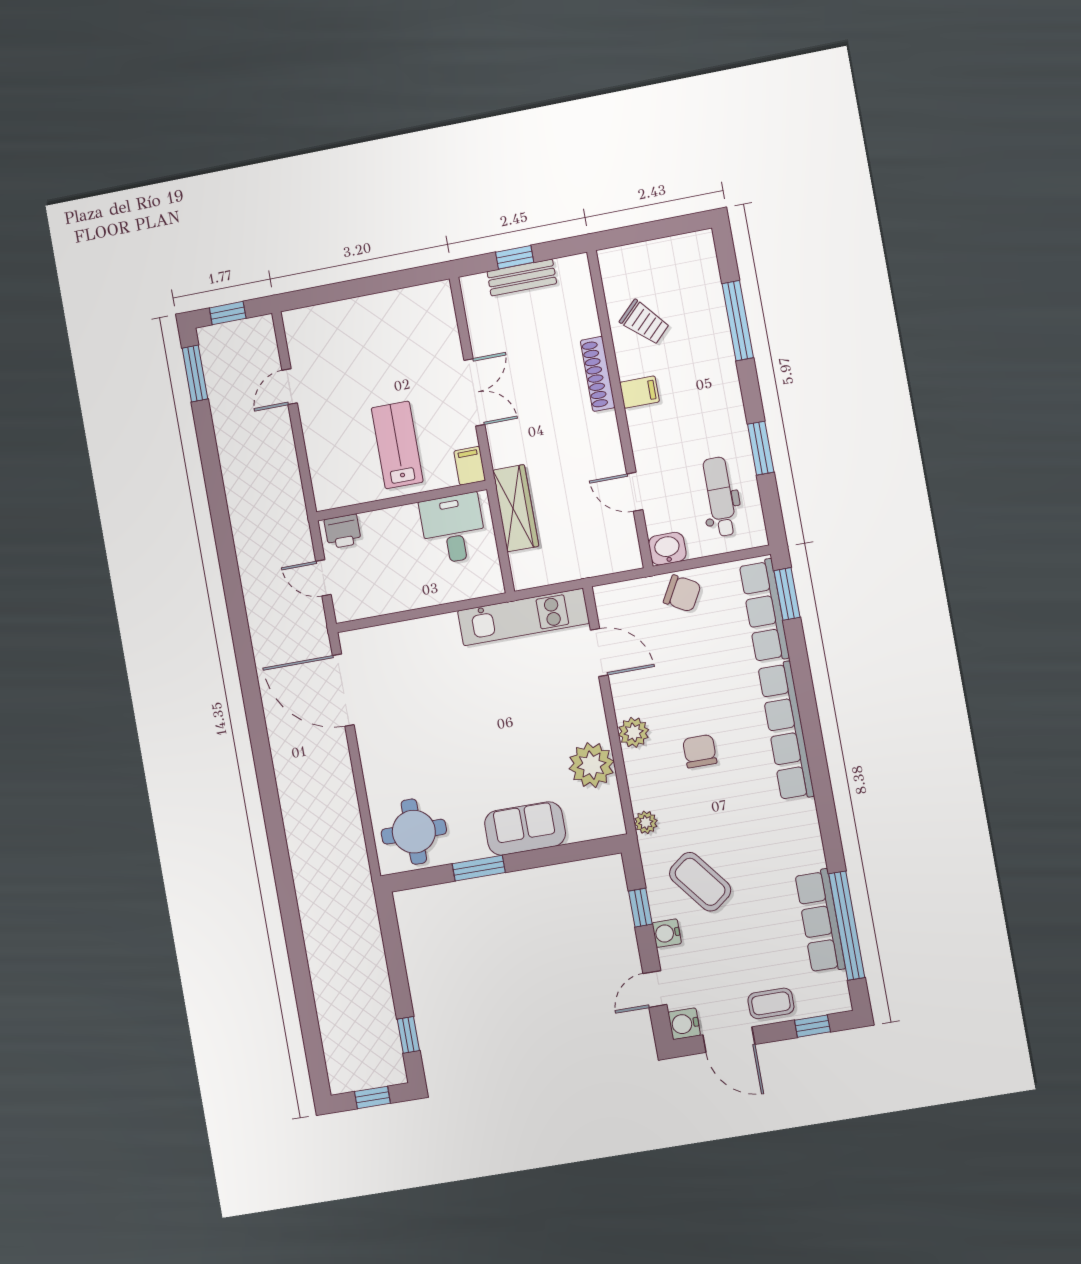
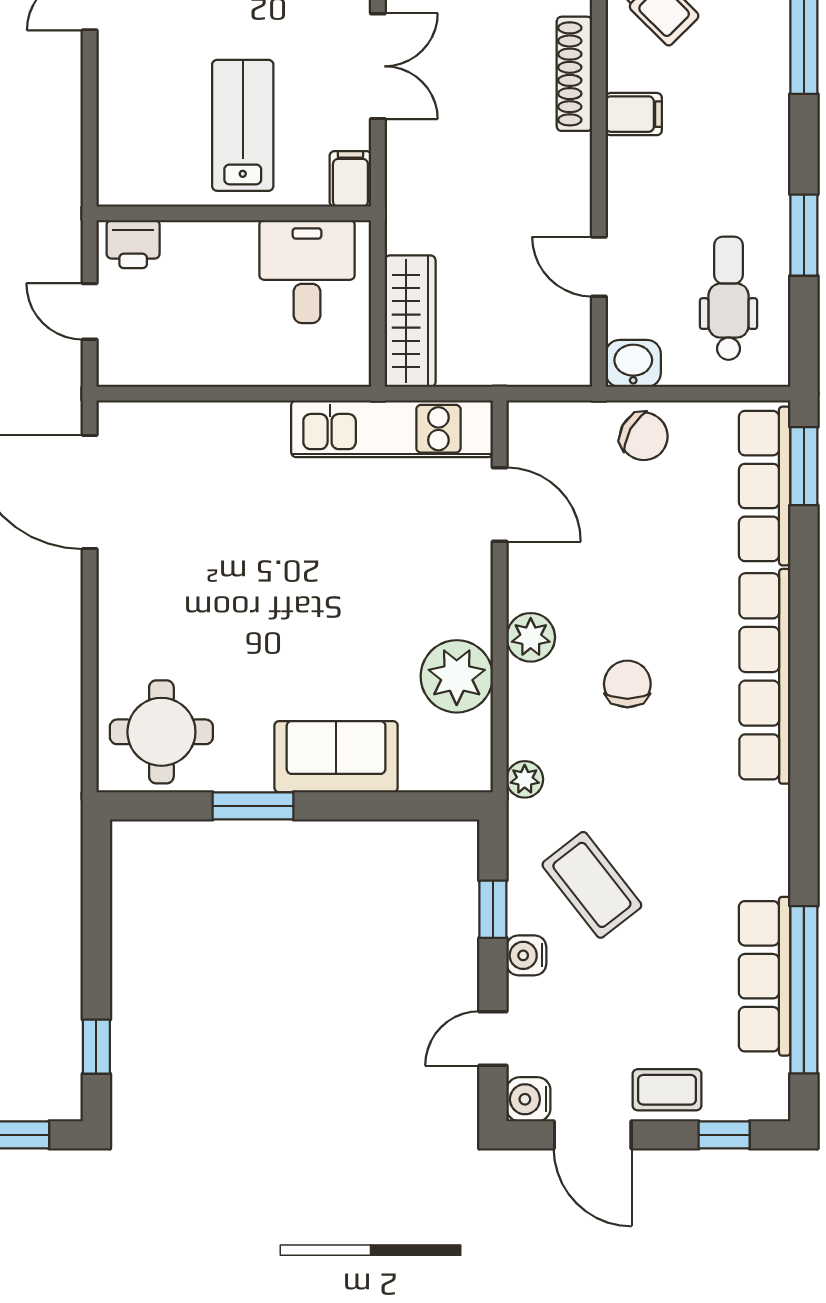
wardrobe: (516, 508) -> (410, 321), moved

